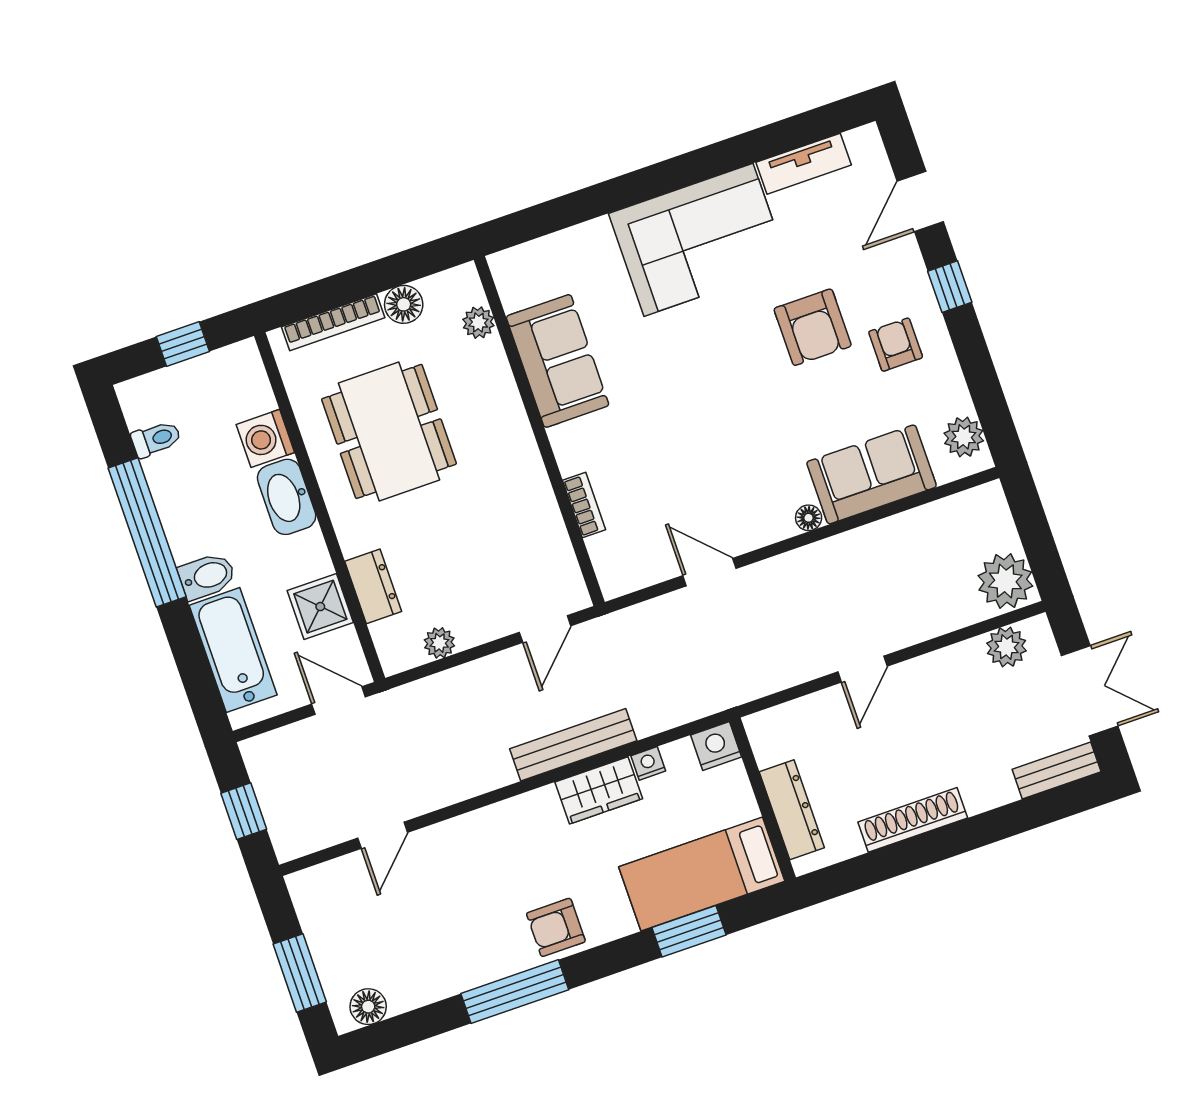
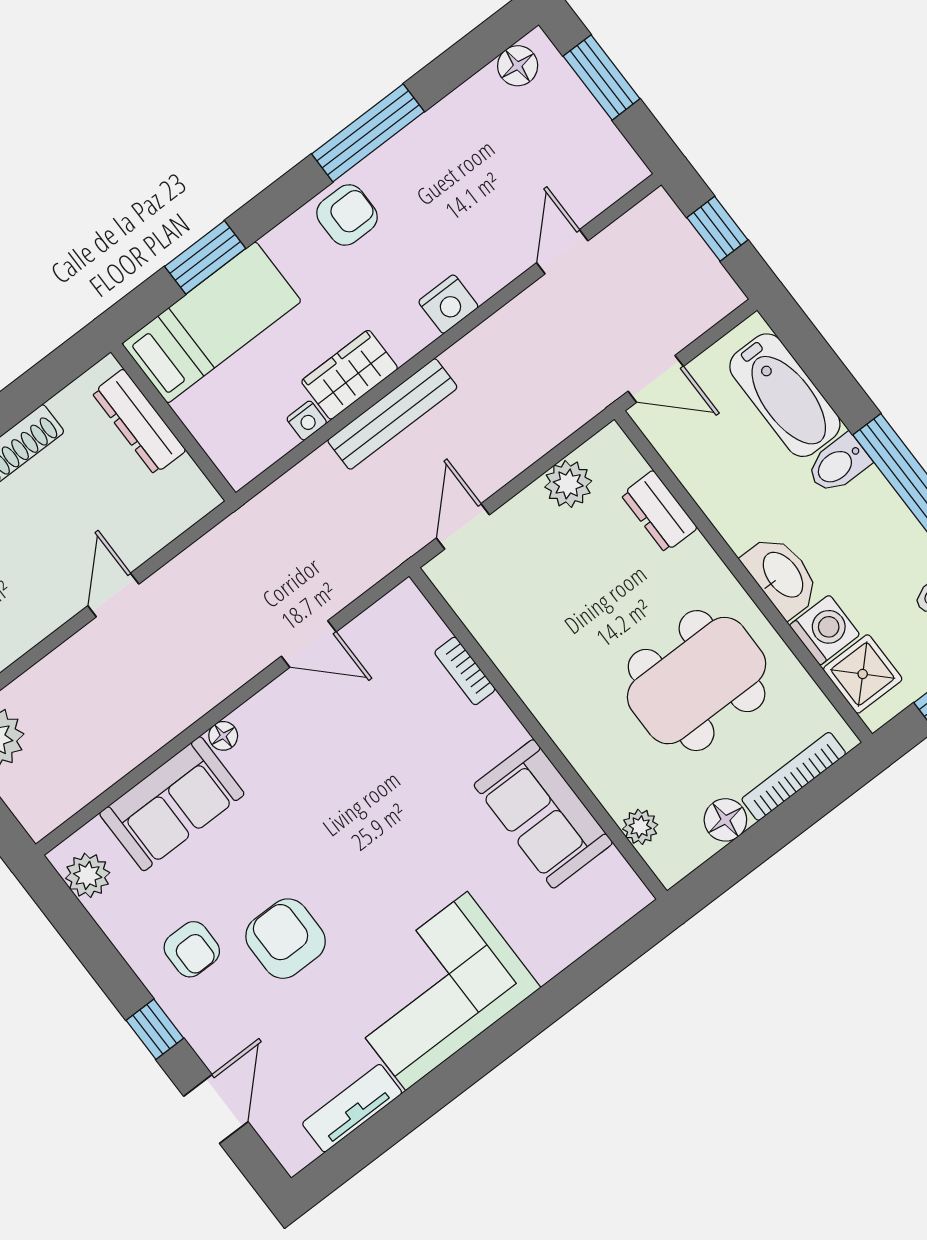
dining table: (389, 431) -> (697, 681), turned 90
shower: (320, 607) -> (863, 674), moved
plant: (439, 643) -> (568, 484), width x1.38, depth x1.38
nightstand: (716, 746) -> (448, 304), moved

